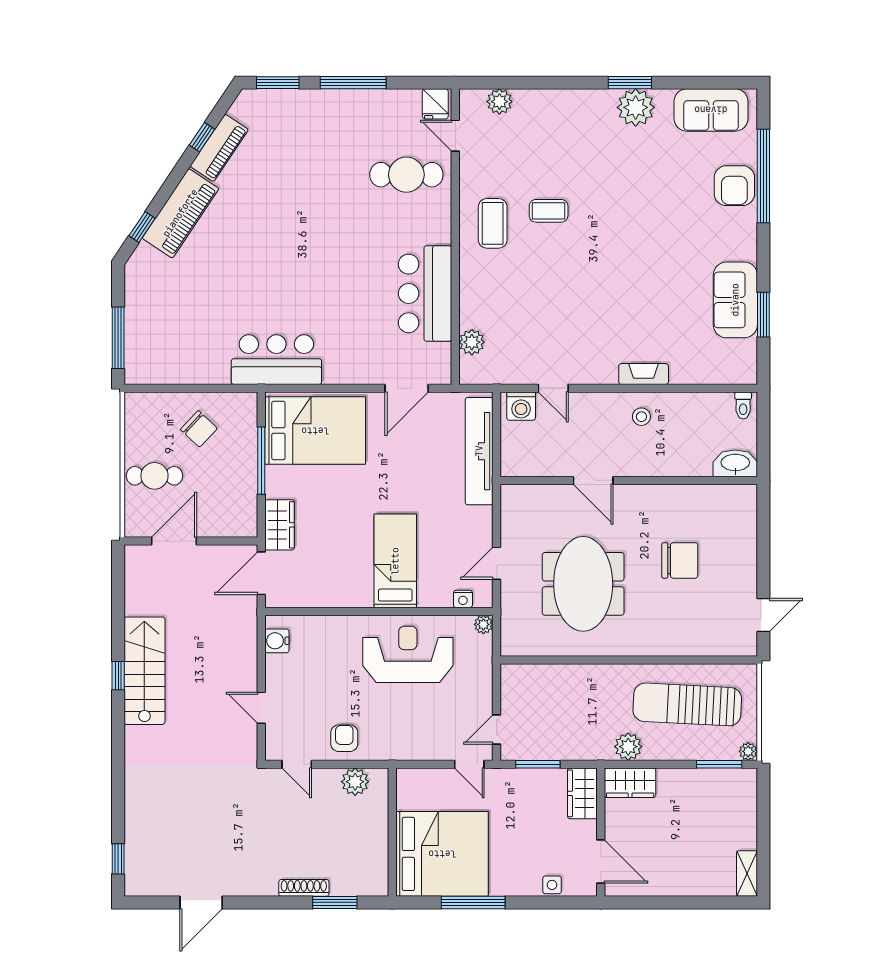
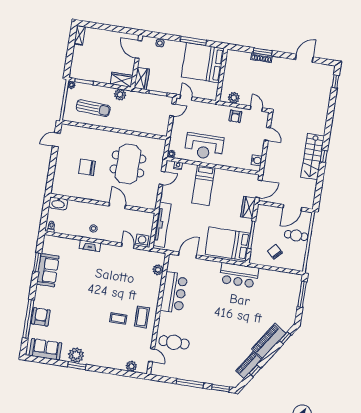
fridge: (435, 104) -> (158, 369), removed
sun lounger: (687, 704) -> (93, 108), width x0.73, depth x0.75
window: (335, 902) -> (263, 52), moved

